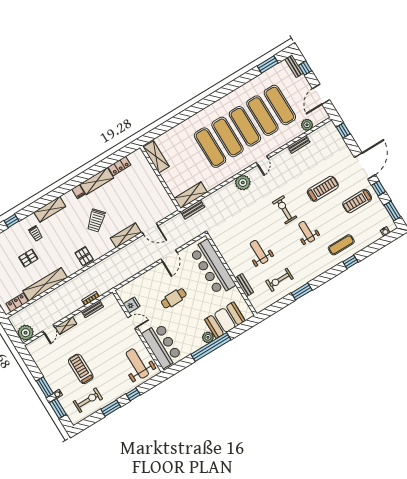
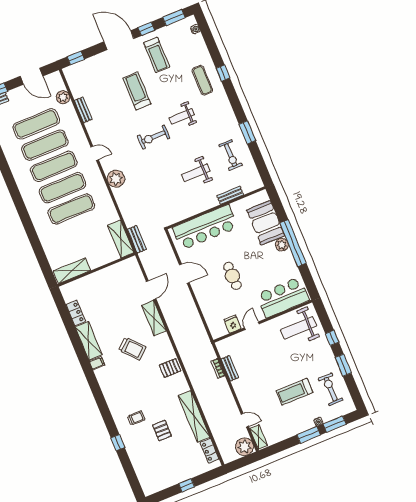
shelving: (50, 209) -> (112, 398), removed
shelving: (66, 325) -> (259, 437), moved

